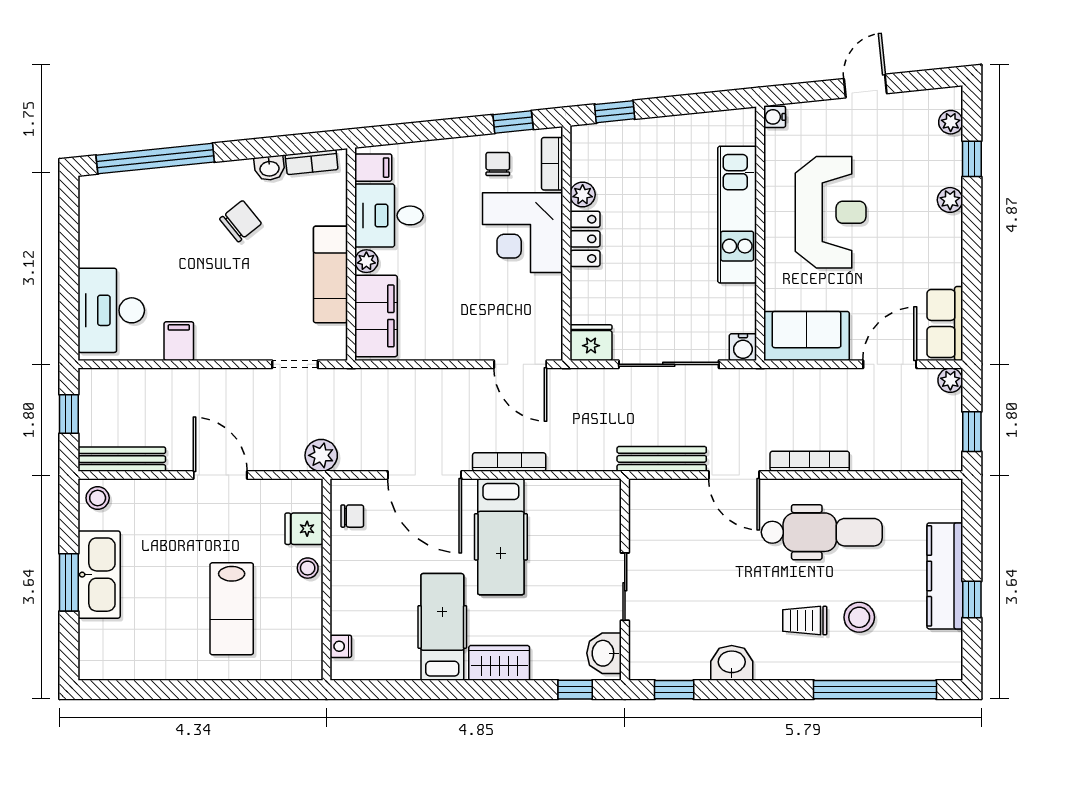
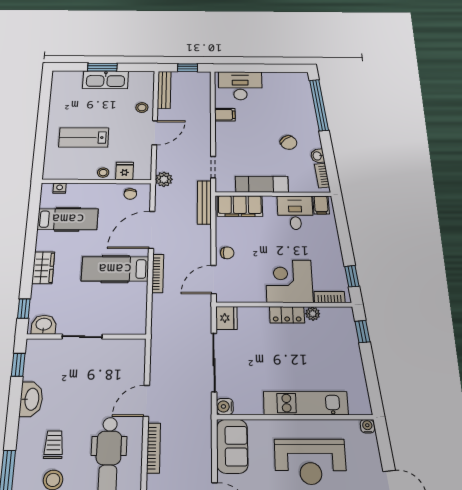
chair: (498, 164) -> (227, 253), moved
plant: (366, 261) -> (270, 201), removed
bench: (662, 459) -> (204, 202), moved
stool: (98, 498) -> (142, 108), moved
hospital bed: (442, 627) -> (68, 219), moved
washbasin: (732, 663) -> (31, 399), width x1.38

